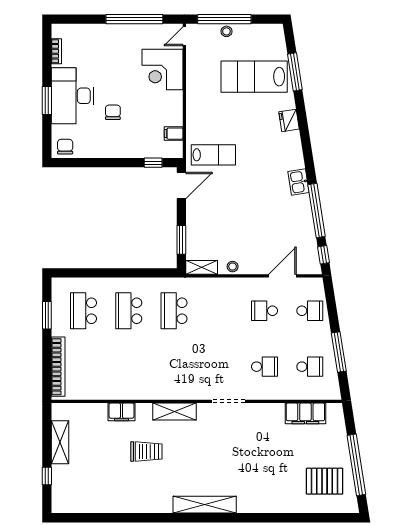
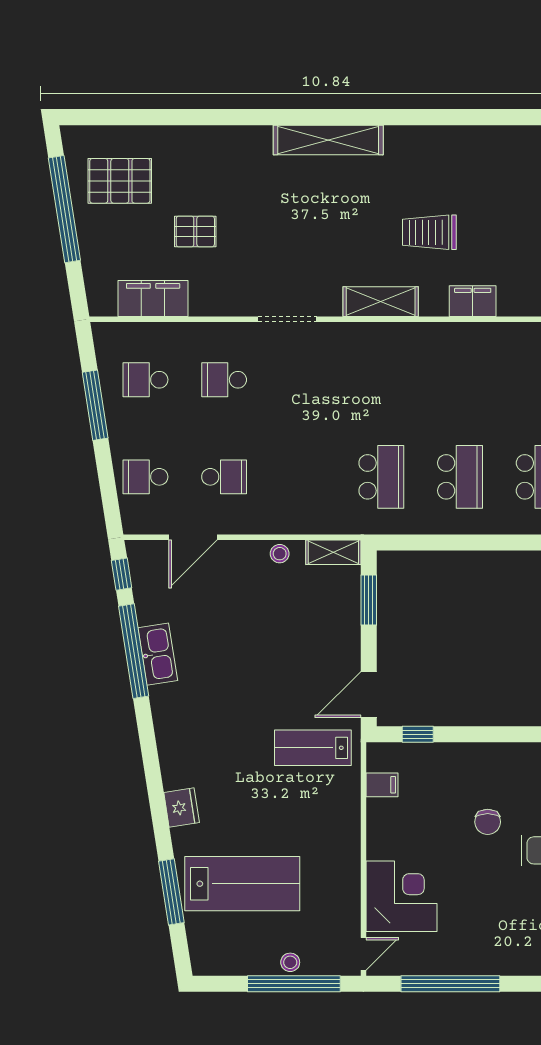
kitchen sink: (299, 182) -> (158, 654), moved, width x1.38
pallet: (281, 452) -> (195, 231), added

